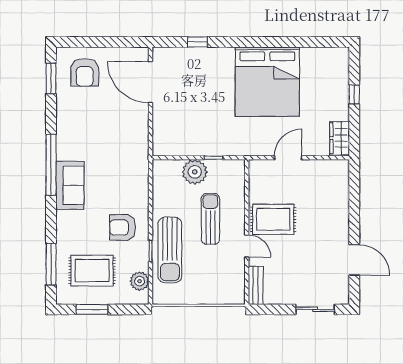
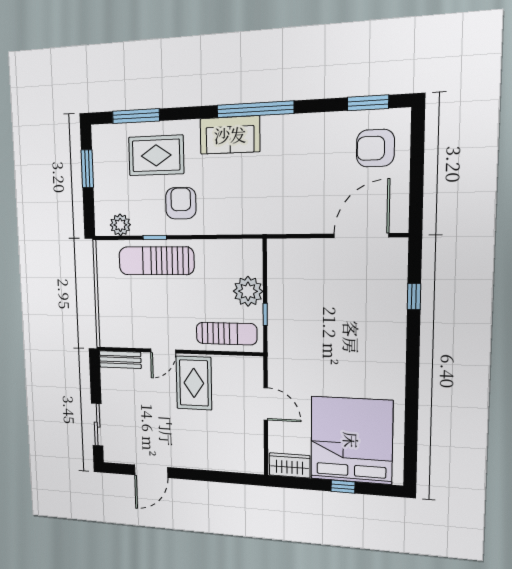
bed: (267, 82) -> (351, 440), moved, turned 90
sun lounger: (210, 219) -> (226, 334), moved
rug: (92, 271) -> (156, 155), moved, turned 90

